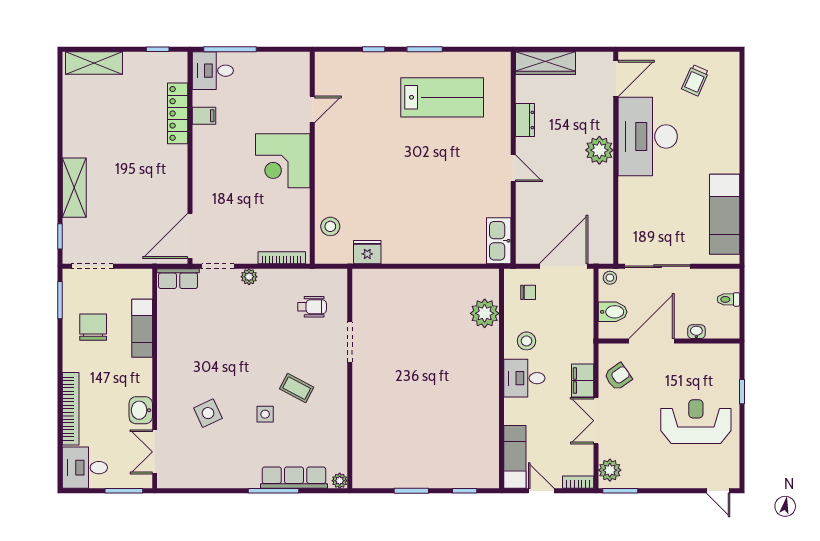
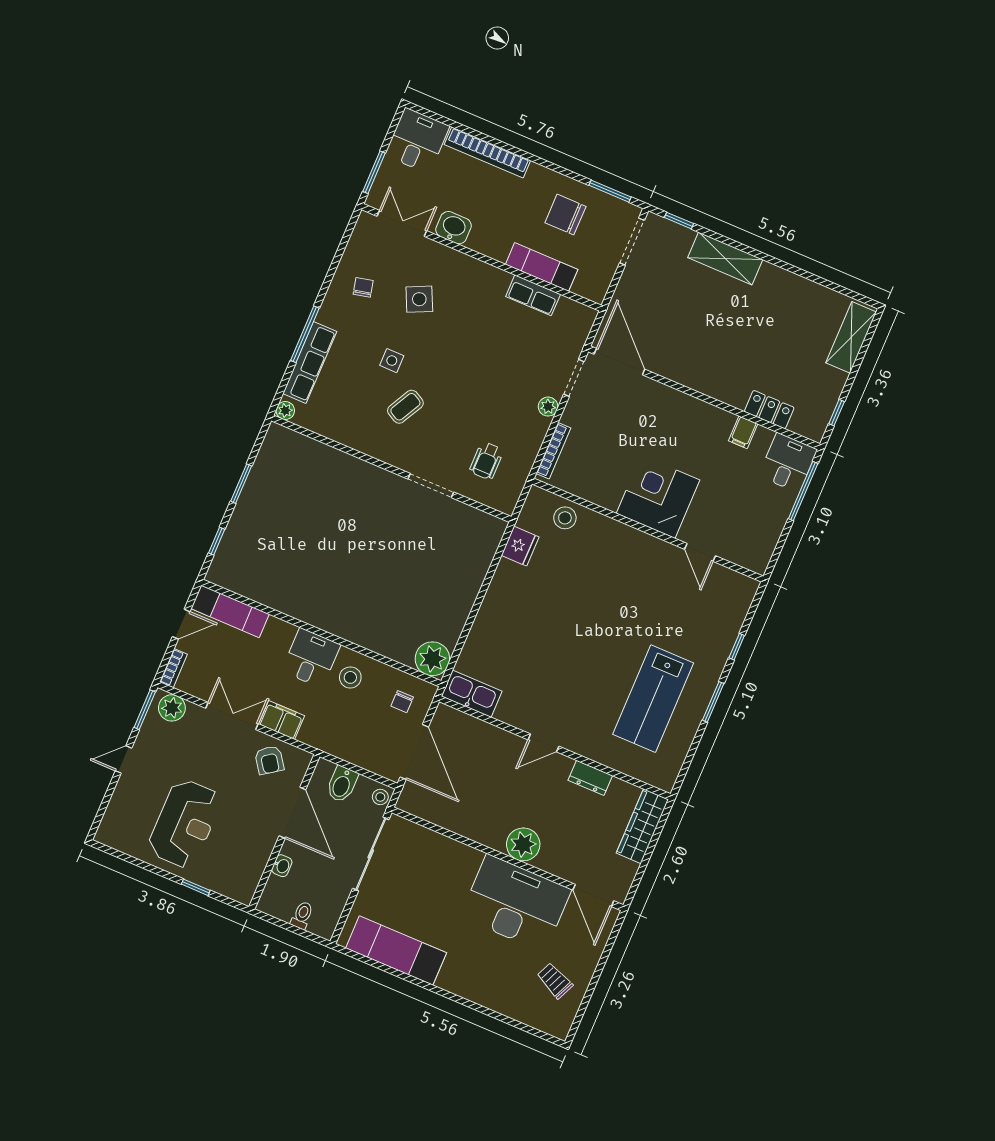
locker: (178, 113) -> (769, 410), width x0.66
row of seats: (178, 279) -> (533, 295), moved, turned -90
plant: (485, 313) -> (432, 659), moved
chair: (93, 327) -> (565, 215), turned 180
chair: (217, 461) -> (363, 287), added
door: (718, 491) -> (123, 759), moved

